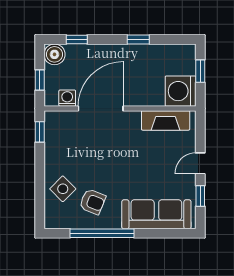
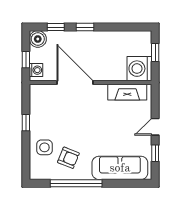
window: (138, 40) -> (85, 27), moved
washing machine: (67, 98) -> (36, 70), moved, turned 90
door: (101, 108) -> (75, 83), hinge flipped
window: (40, 132) -> (26, 123), moved
side table: (63, 189) -> (44, 147), turned 45

